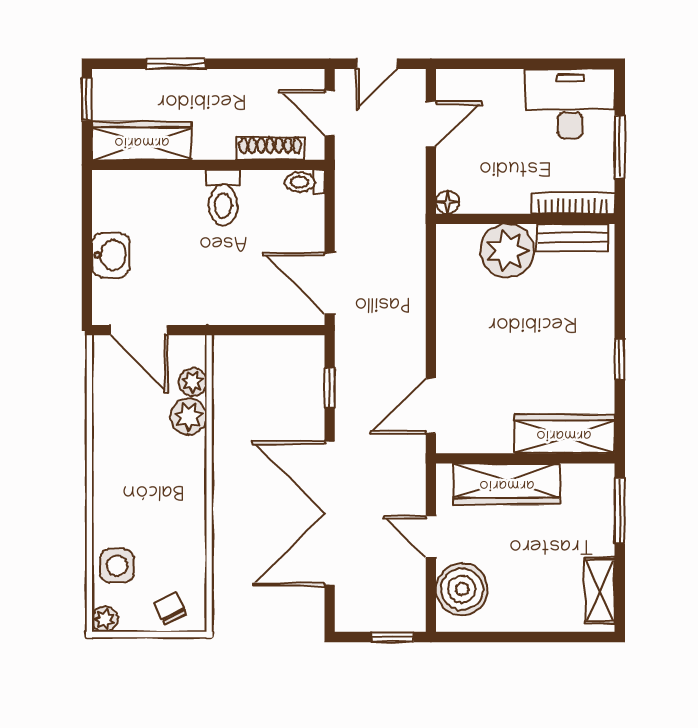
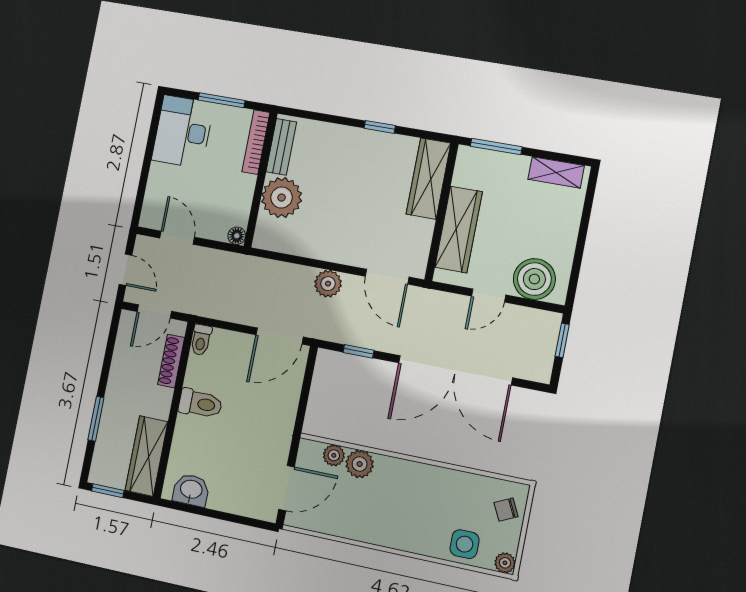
washbasin: (111, 255) -> (191, 490), moved
plant: (408, 332) -> (328, 284), added

